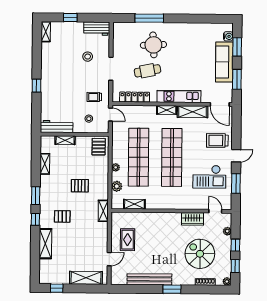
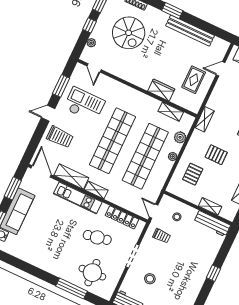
round table: (153, 45) -> (92, 273), moved
pallet: (99, 147) -> (193, 174), moved
wardrobe: (192, 219) -> (161, 90), moved

